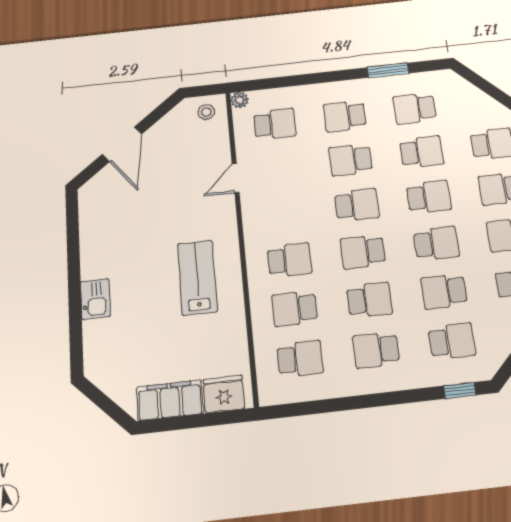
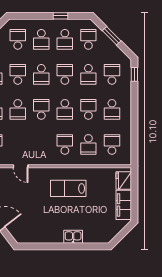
school desk: (429, 197) -> (41, 74), turned 180

